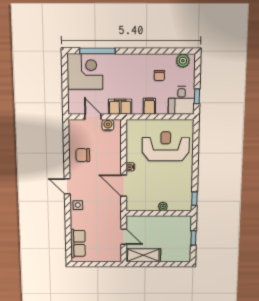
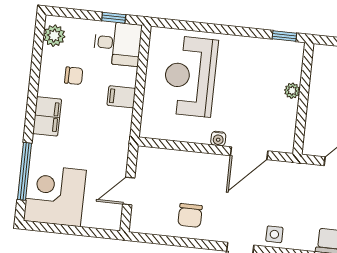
filing cabinet: (120, 107) -> (47, 116), moved, turned 180
water cooler: (108, 125) -> (145, 168), removed

